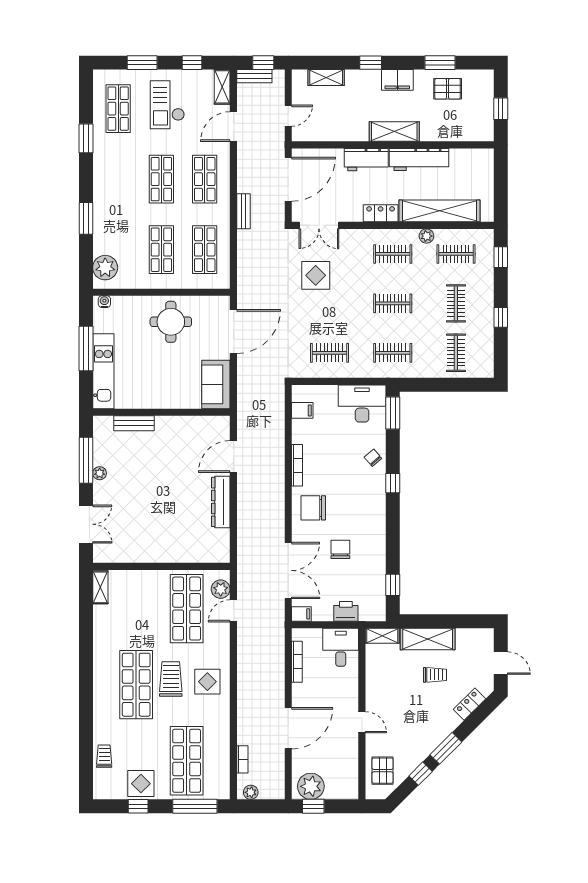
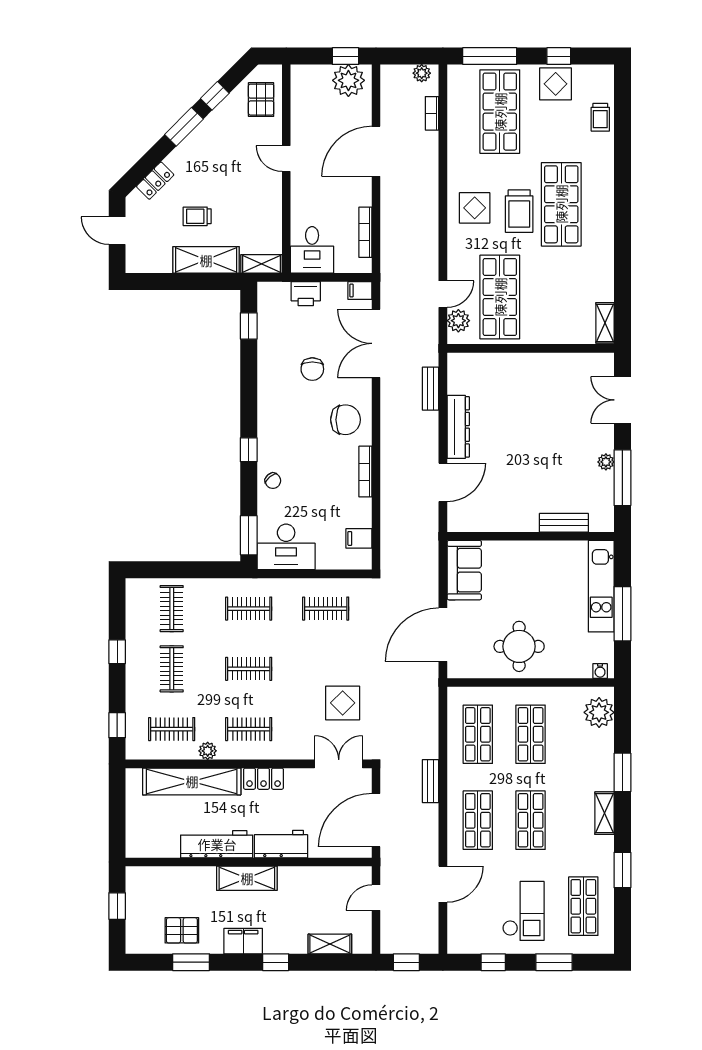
bench: (254, 76) -> (431, 389), moved, turned 90
shelving: (222, 87) -> (605, 813), moved

